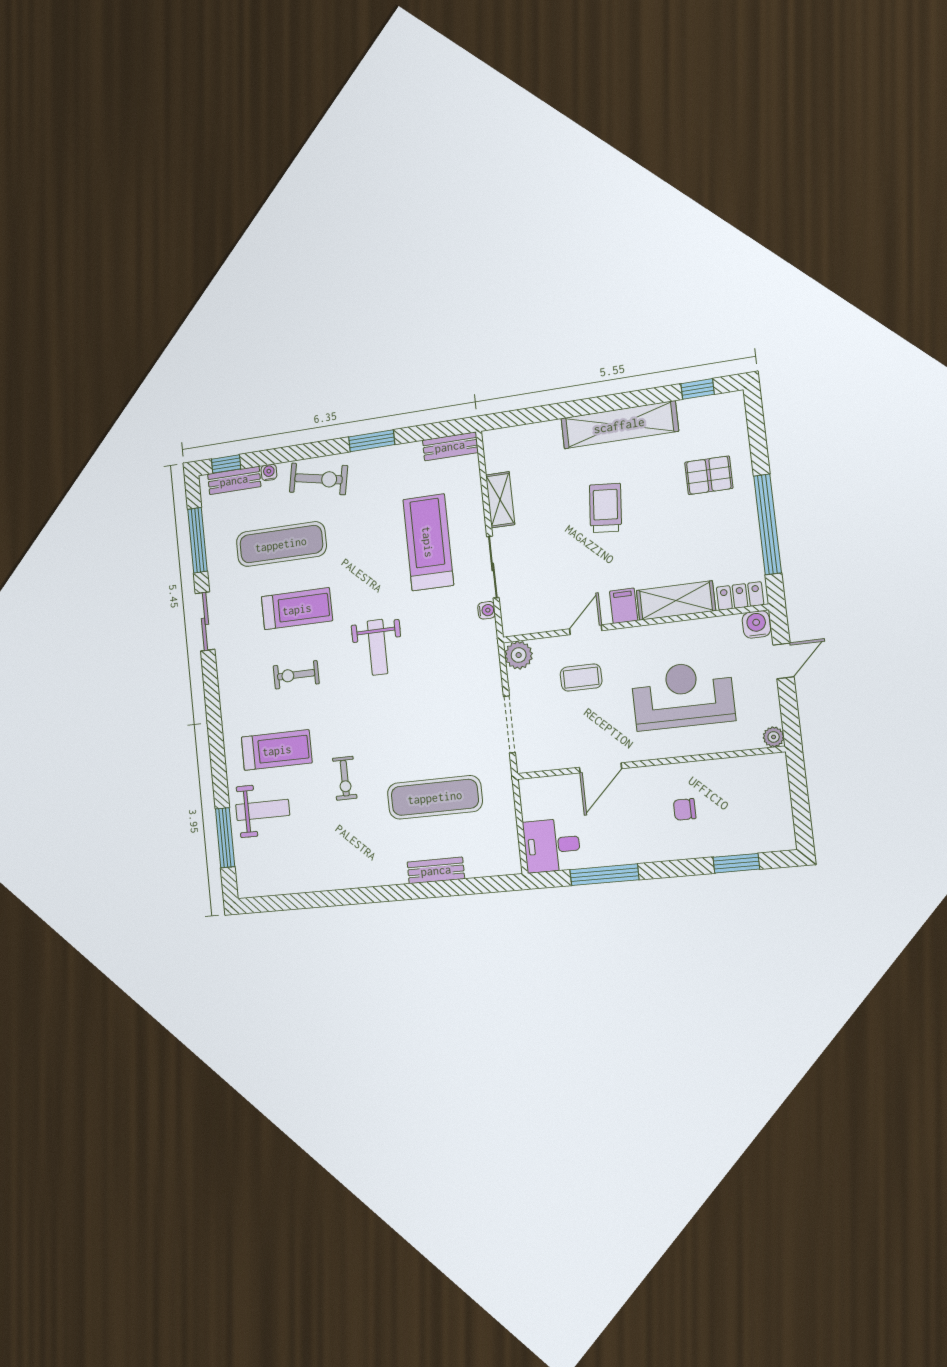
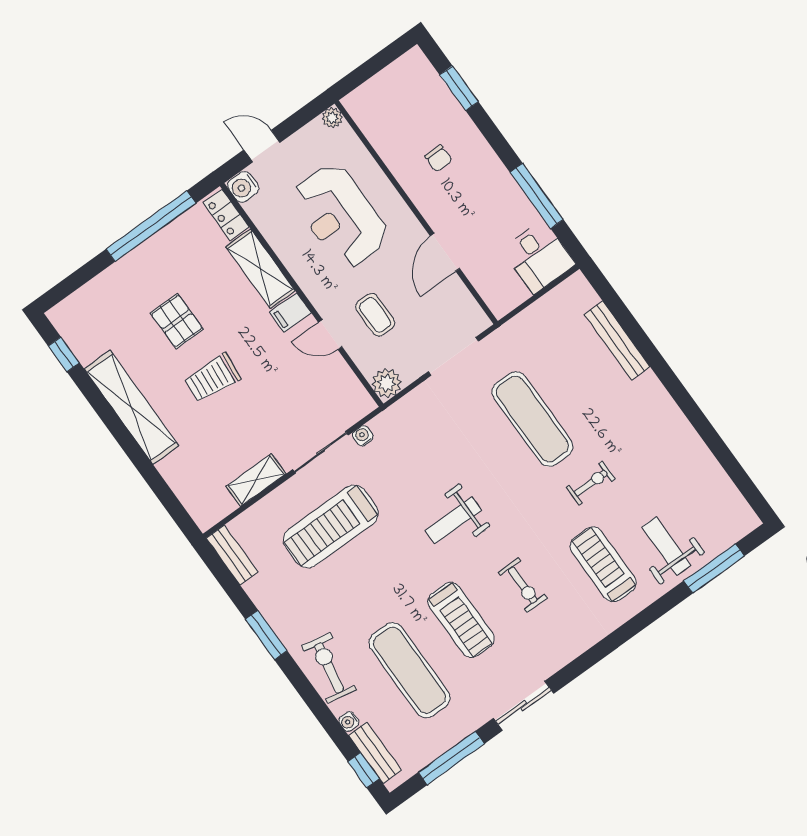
pallet: (709, 475) -> (177, 321), moved
treadmill: (297, 609) -> (461, 620), turned 180
weight bench: (377, 647) -> (453, 520), turned 180
door: (601, 768) -> (445, 252), swing flipped
exercise mat: (435, 797) -> (532, 419), moved
bench: (436, 870) -> (617, 341), width x1.36

